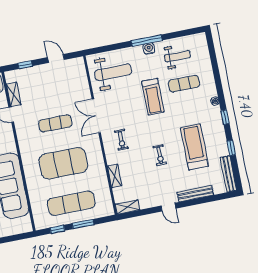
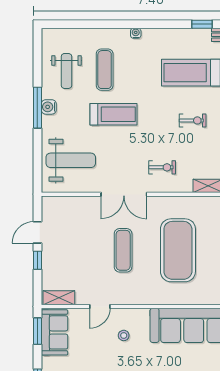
weight bench: (178, 56) -> (66, 71), turned 180
window: (25, 65) -> (37, 260), moved
weight bench: (113, 72) -> (71, 160), turned 90
shelving: (14, 94) -> (59, 298), moved
window: (225, 117) -> (160, 24), removed

